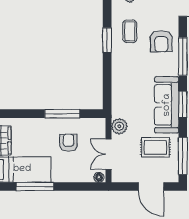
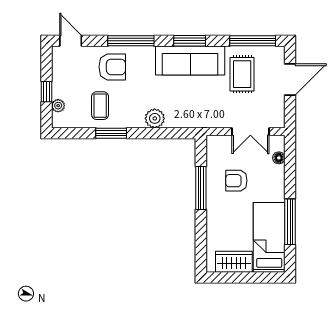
coffee table: (130, 31) -> (100, 106), turned 90
plant: (119, 126) -> (155, 118), moved
floor lamp: (99, 177) -> (279, 158), moved

